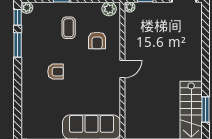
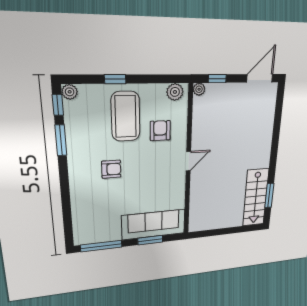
coffee table: (69, 28) -> (126, 116), width x1.86, depth x1.72
armchair: (97, 41) -> (160, 131), turned 180

